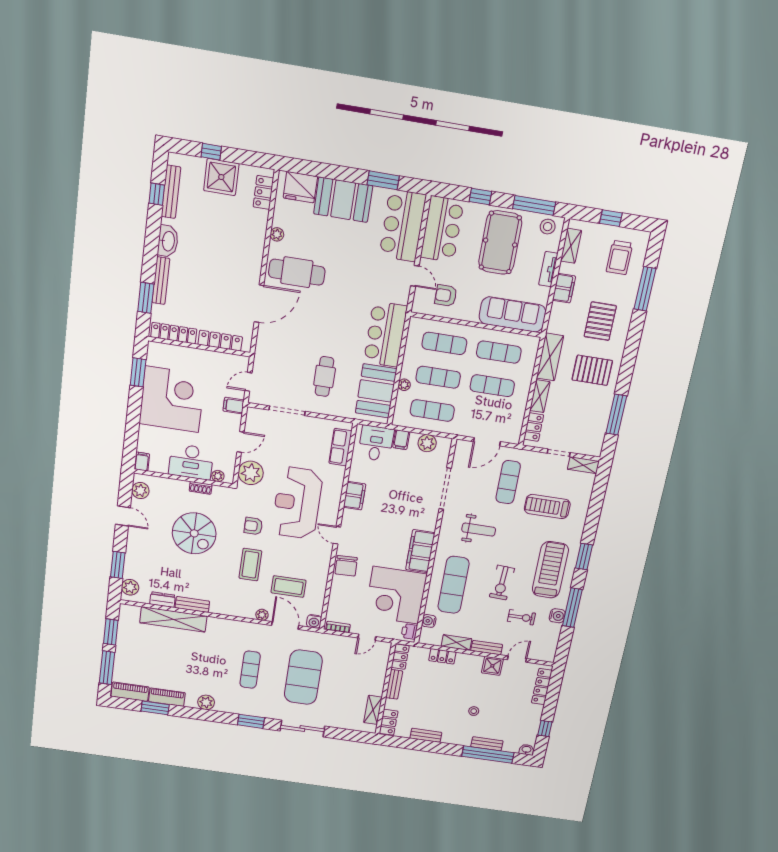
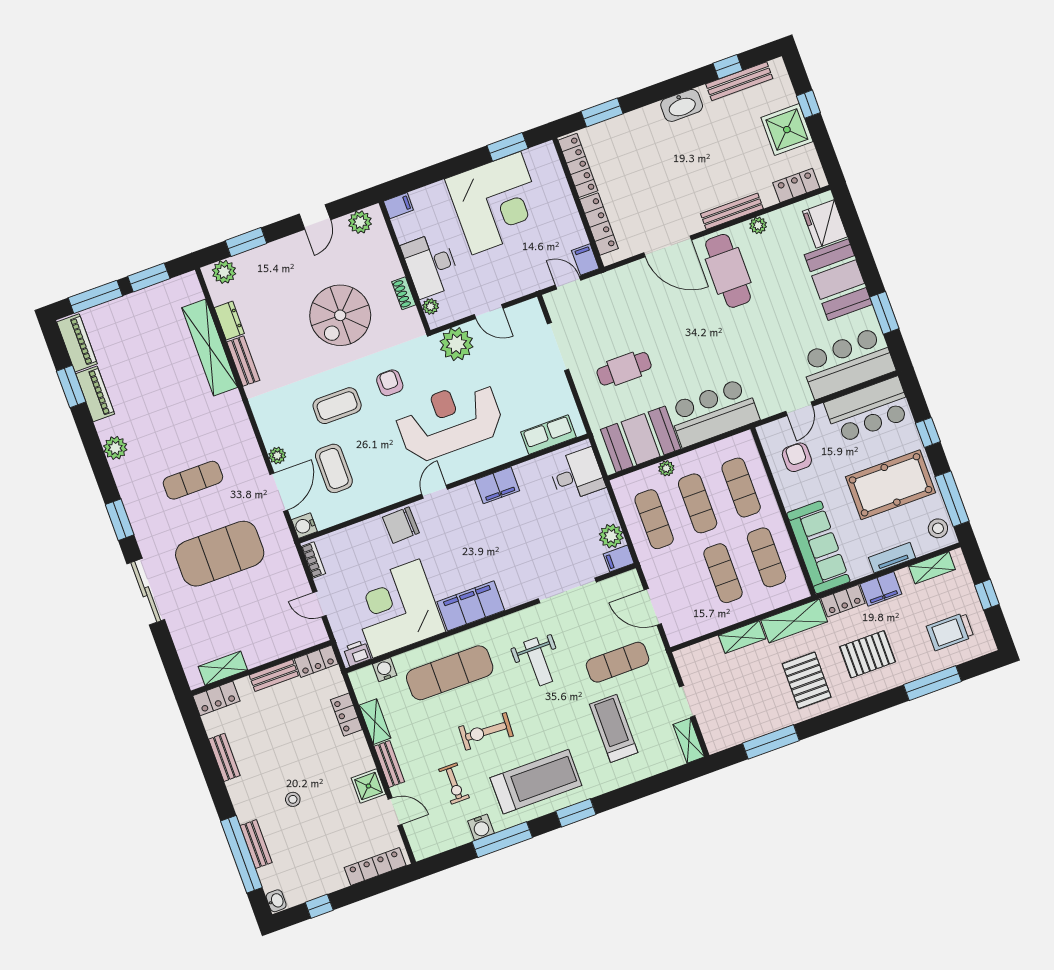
bench: (161, 281) -> (732, 211), moved
filing cabinet: (234, 406) -> (585, 260), moved
locker: (534, 427) -> (843, 601), moved
filing cabinet: (401, 440) -> (619, 559), moved

